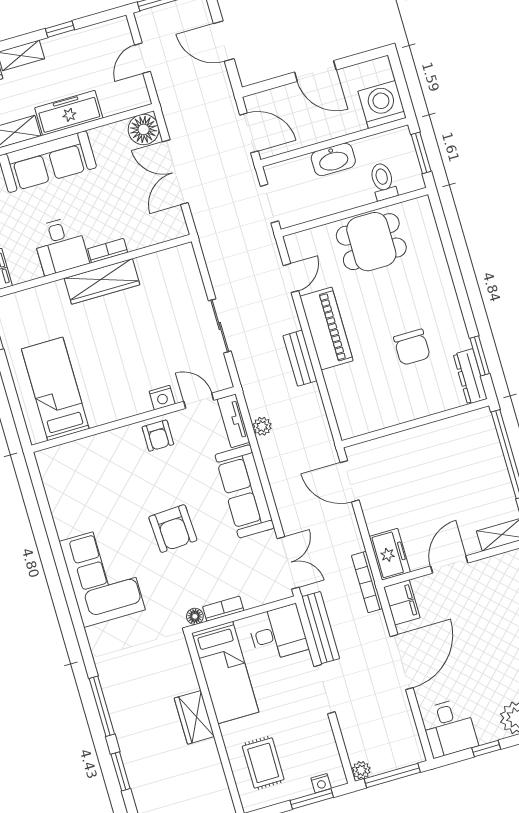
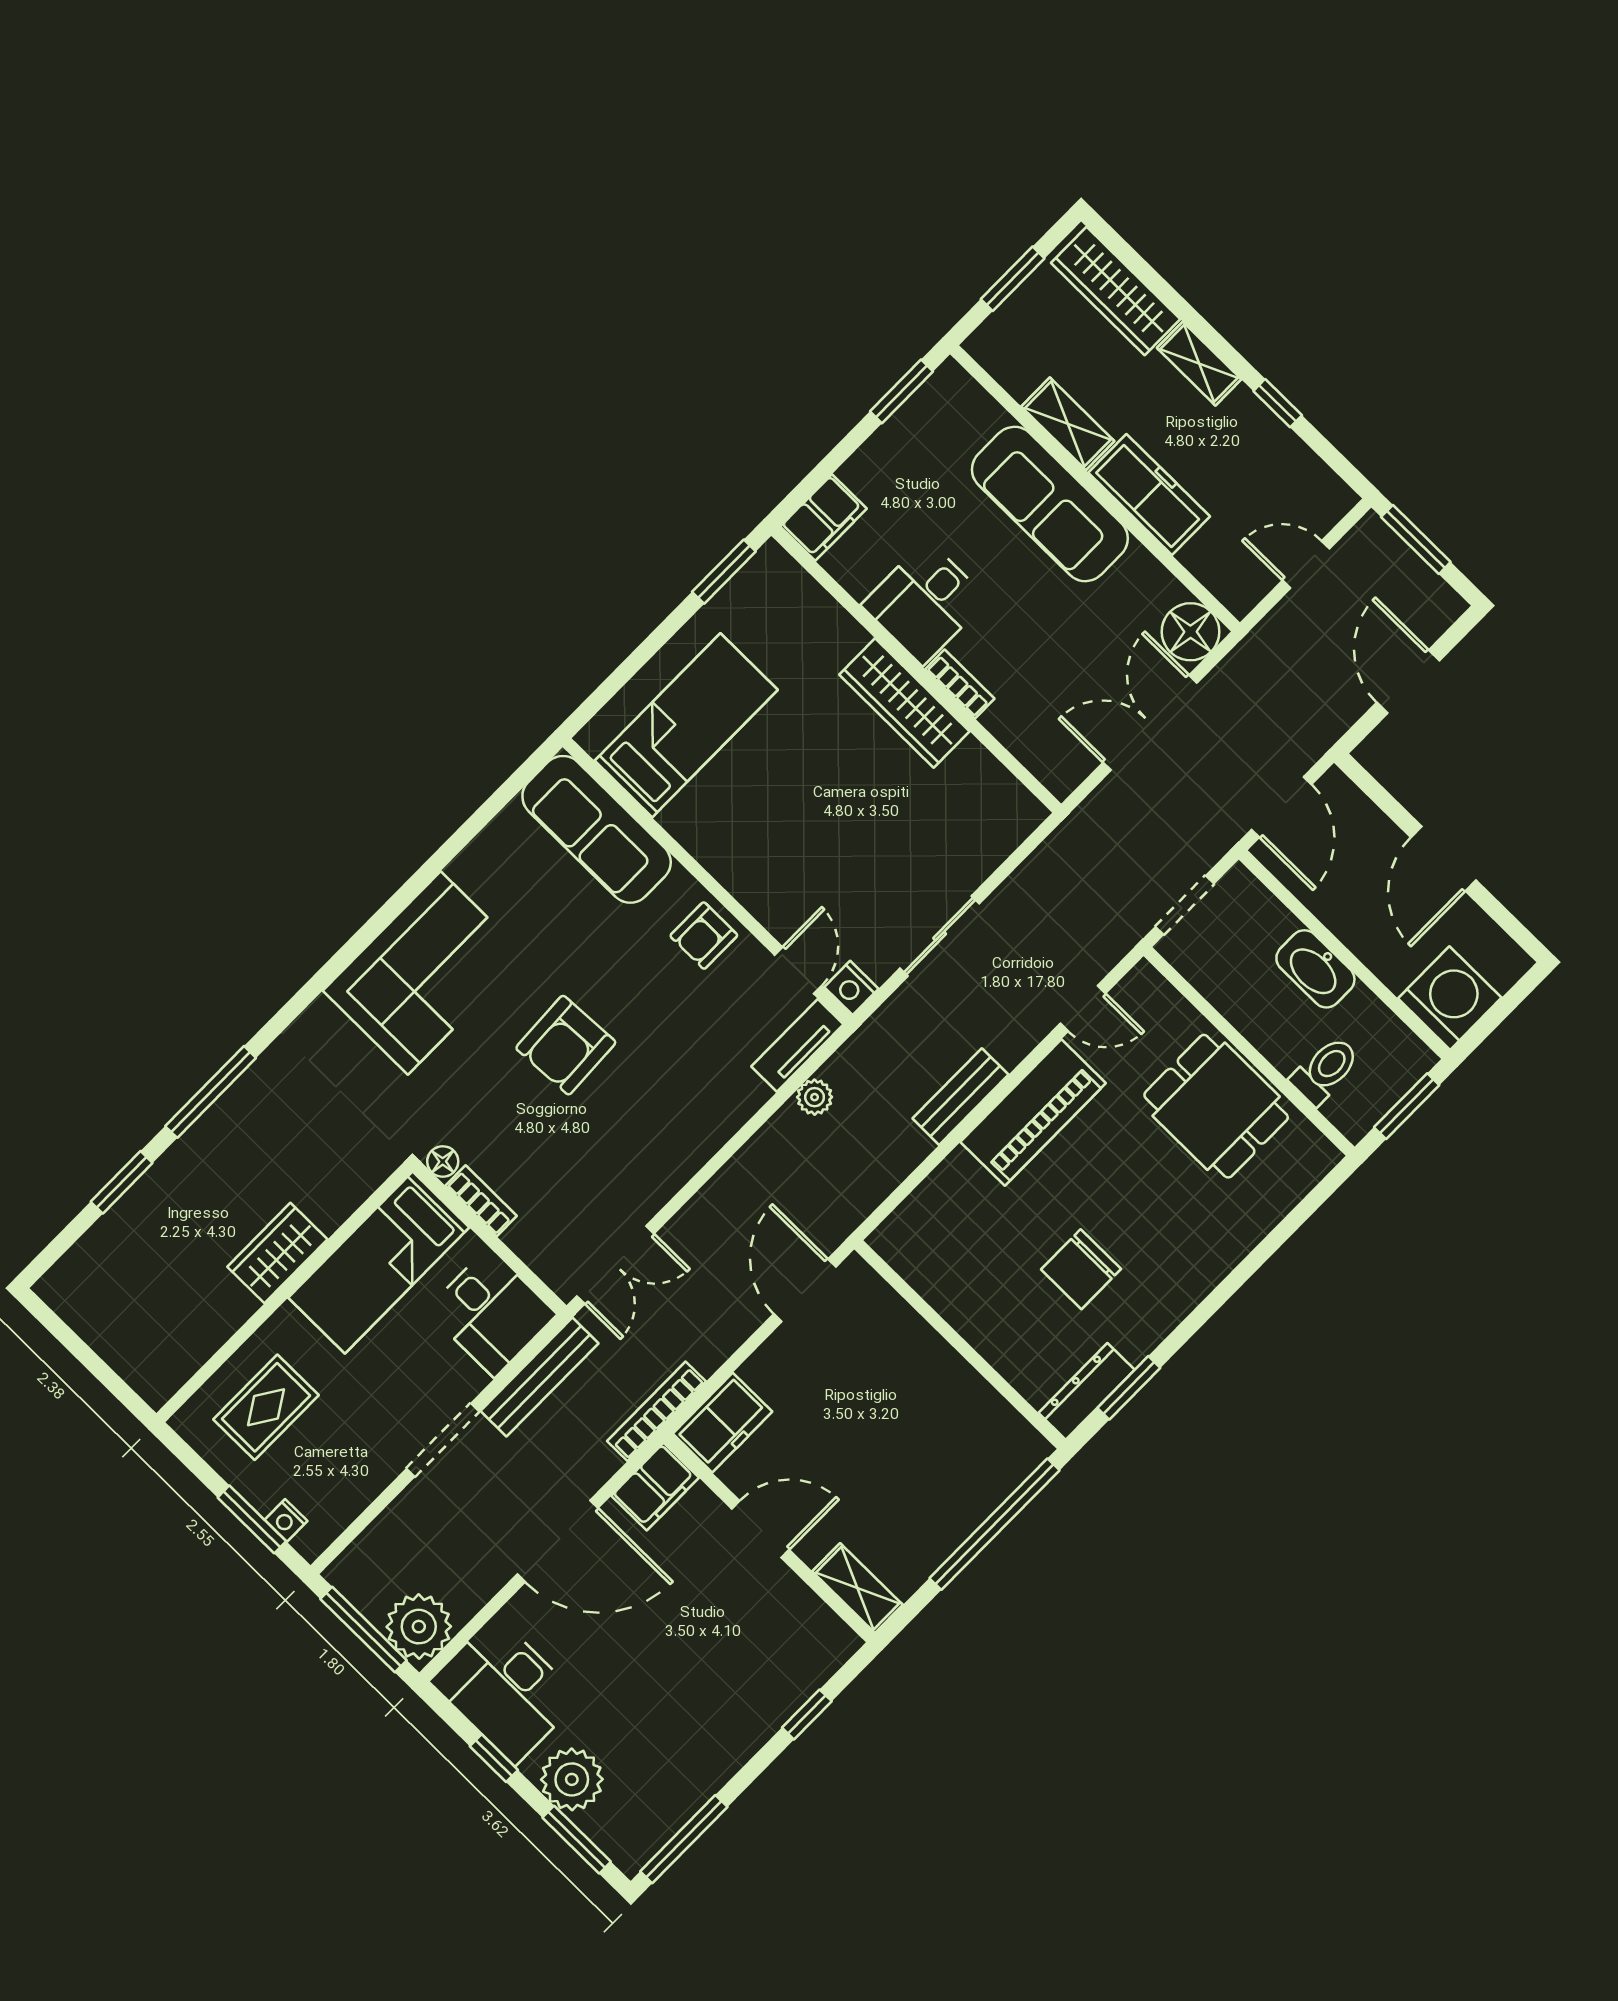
nightstand: (162, 398) -> (851, 988), moved
sofa: (245, 491) -> (597, 829), moved, turned -90
desk: (449, 728) -> (505, 1690), width x1.37
plant: (361, 770) -> (419, 1627), moved, width x1.88, depth x1.88

